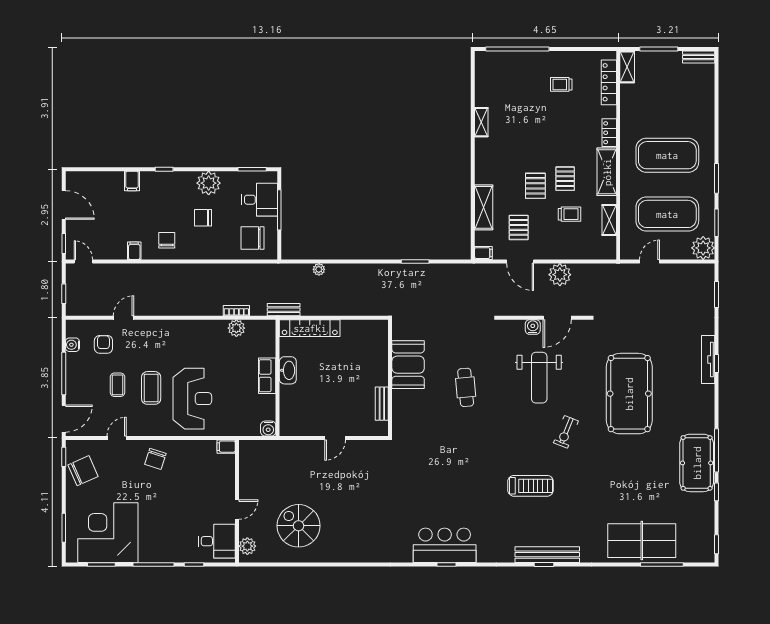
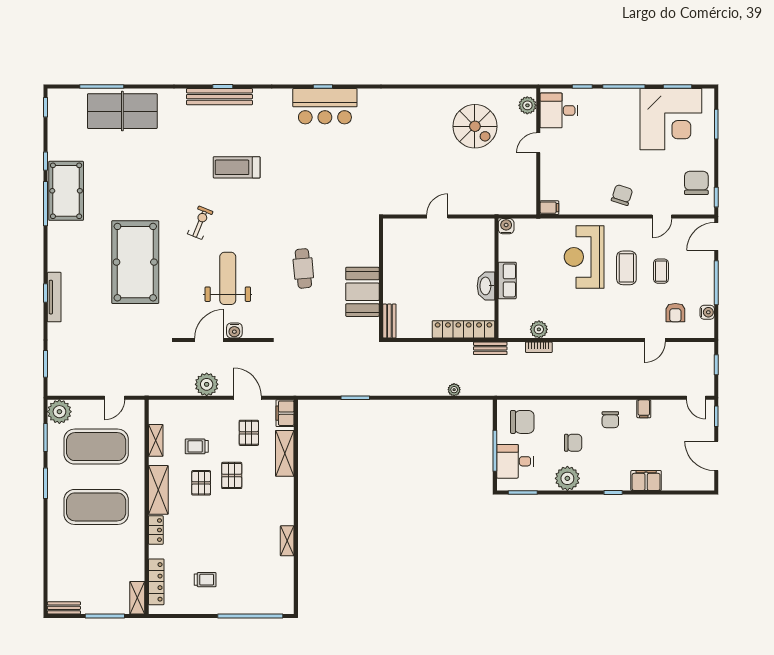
filing cabinet: (132, 181) -> (646, 480), width x2.00
filing cabinet: (483, 253) -> (285, 413), width x2.00
bench: (382, 404) -> (389, 321), moved
chair: (83, 471) -> (696, 183), turned 114

